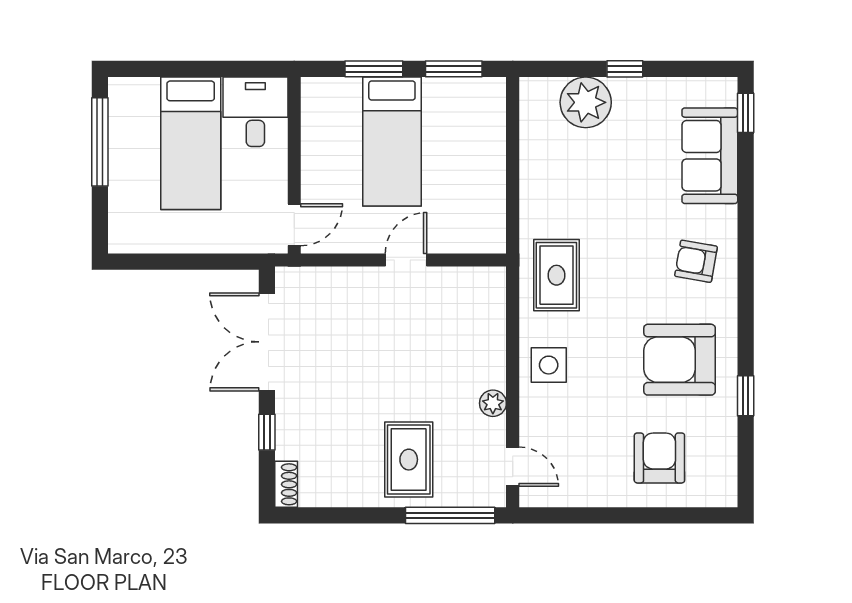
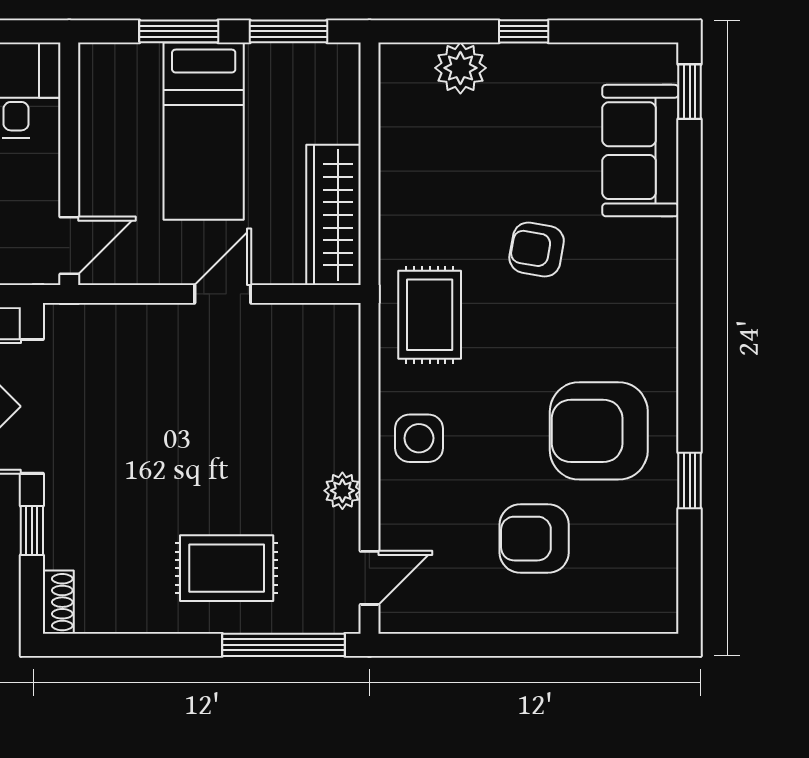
plant: (586, 102) -> (460, 68), width x0.73, depth x0.73
wardrobe: (486, 202) -> (333, 215), added
armchair: (696, 261) -> (537, 249), moved
armchair: (659, 458) -> (534, 539), moved, turned -90
rug: (409, 460) -> (227, 568), turned 90
door: (513, 467) -> (369, 578), hinge flipped

